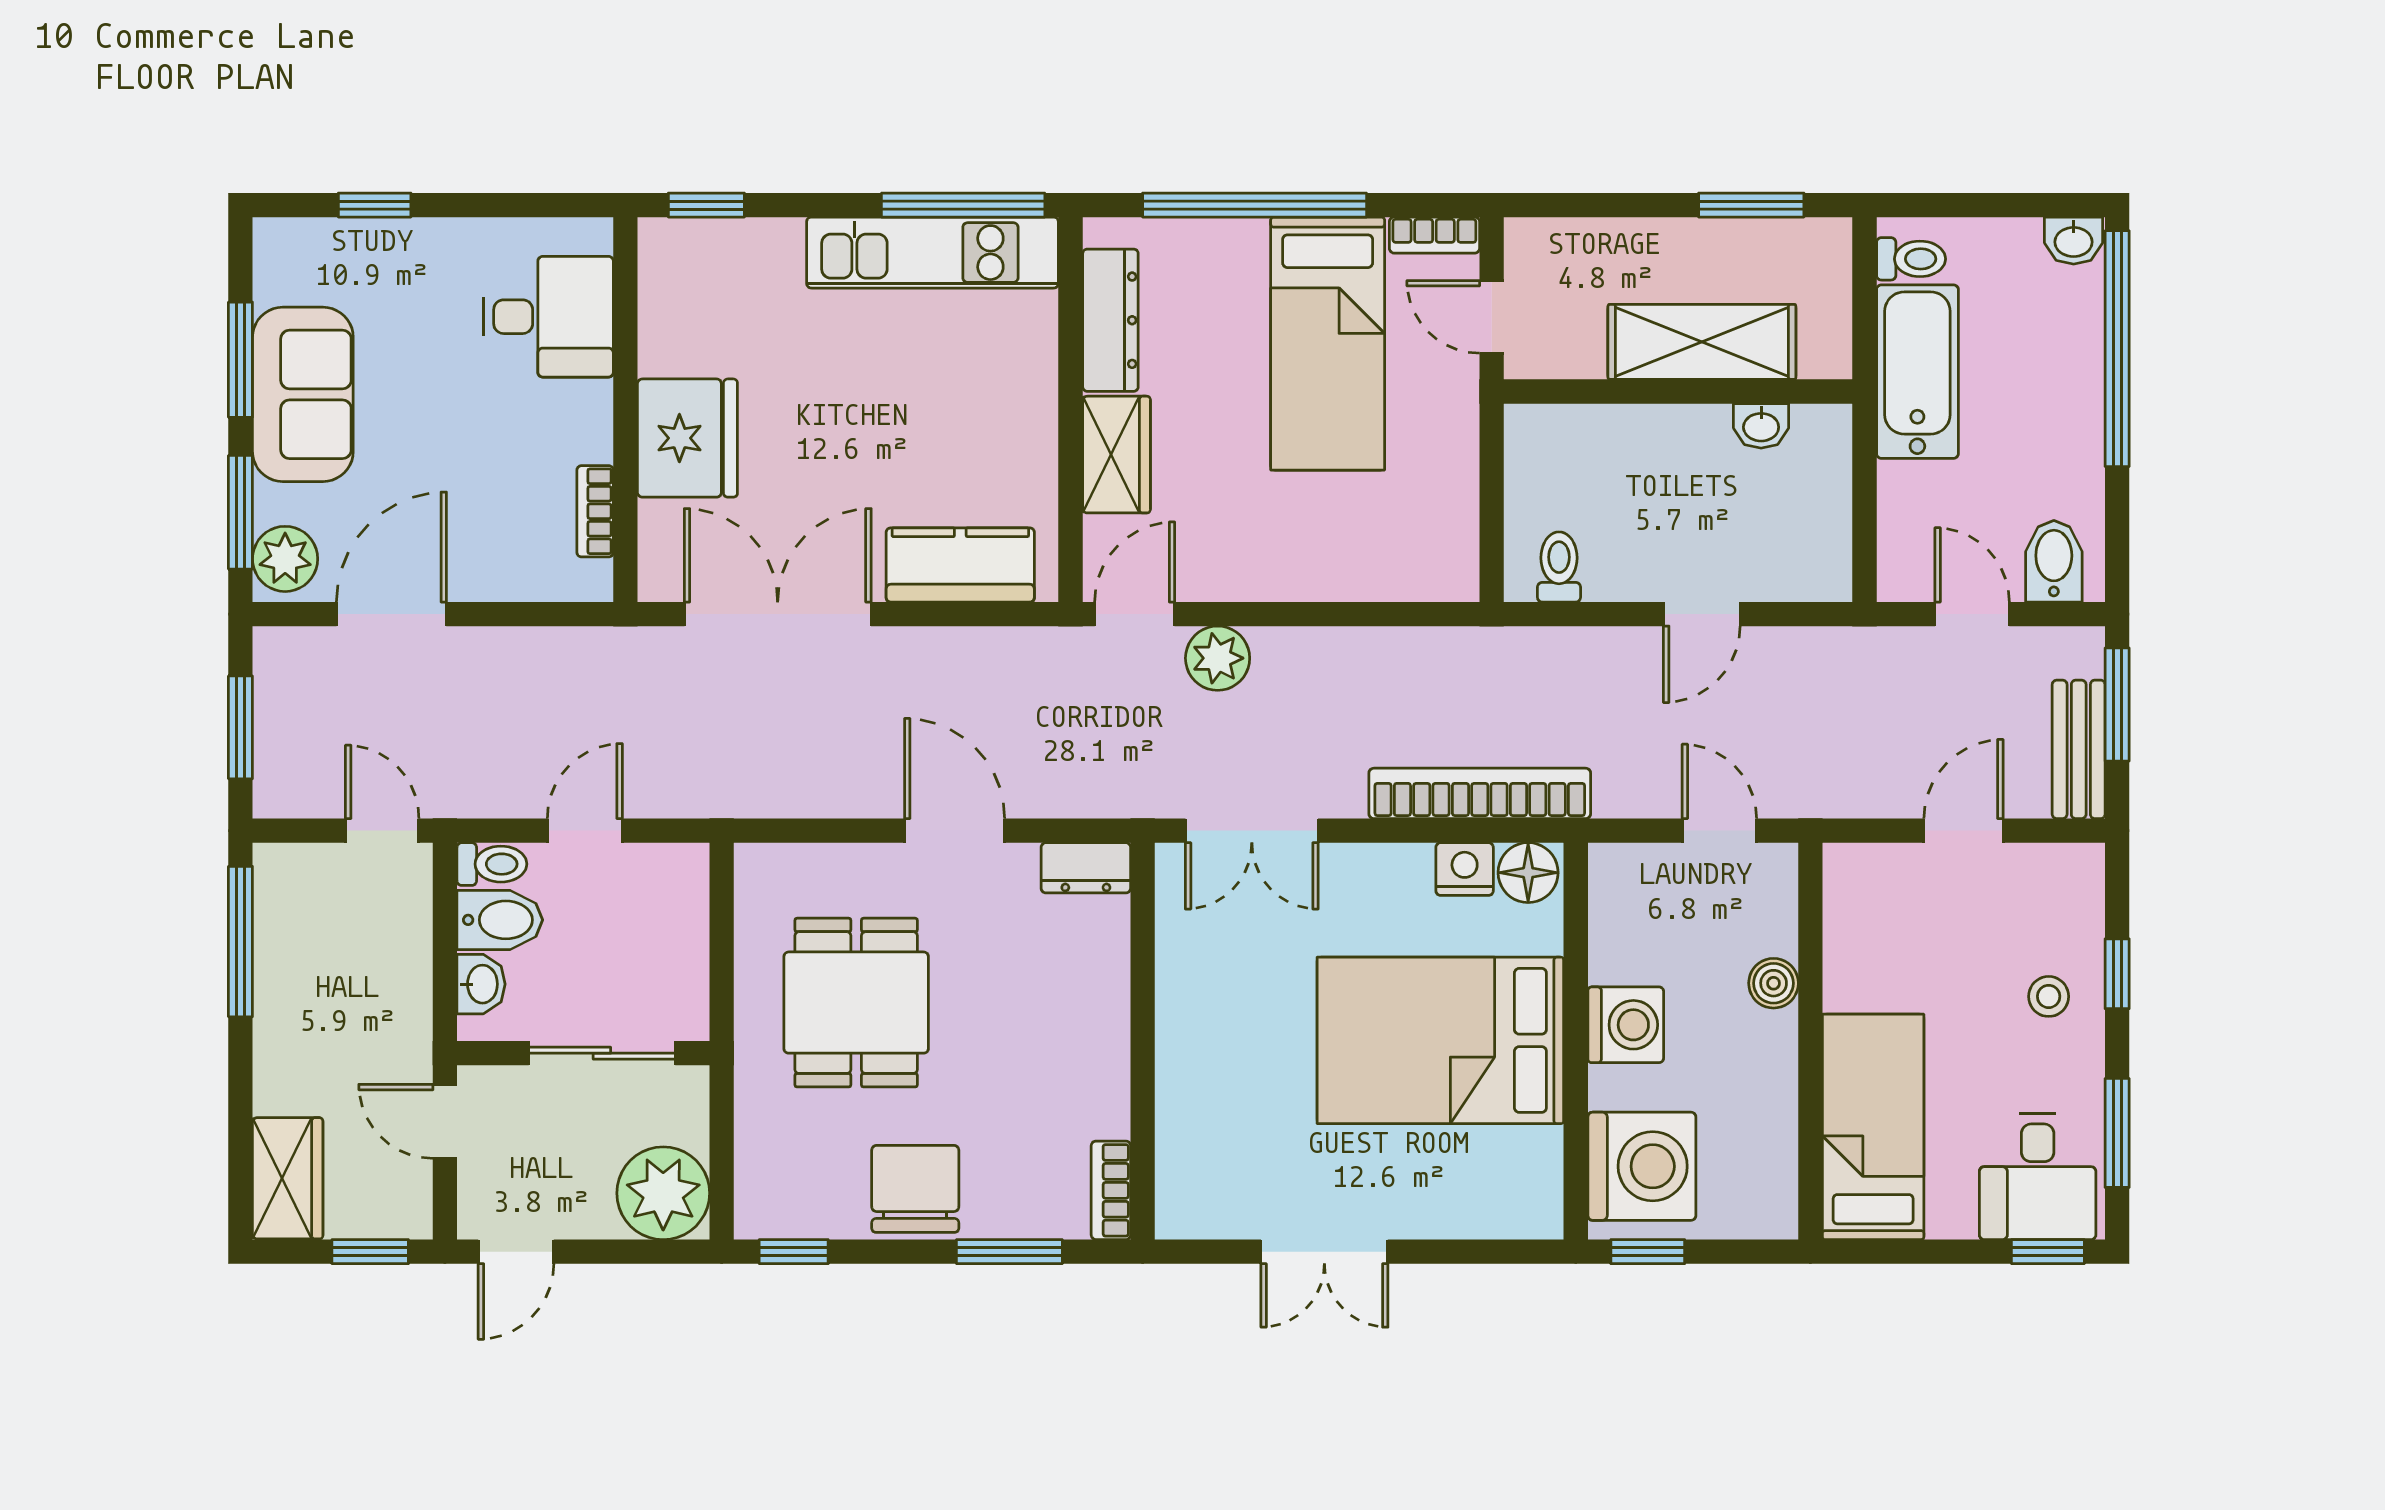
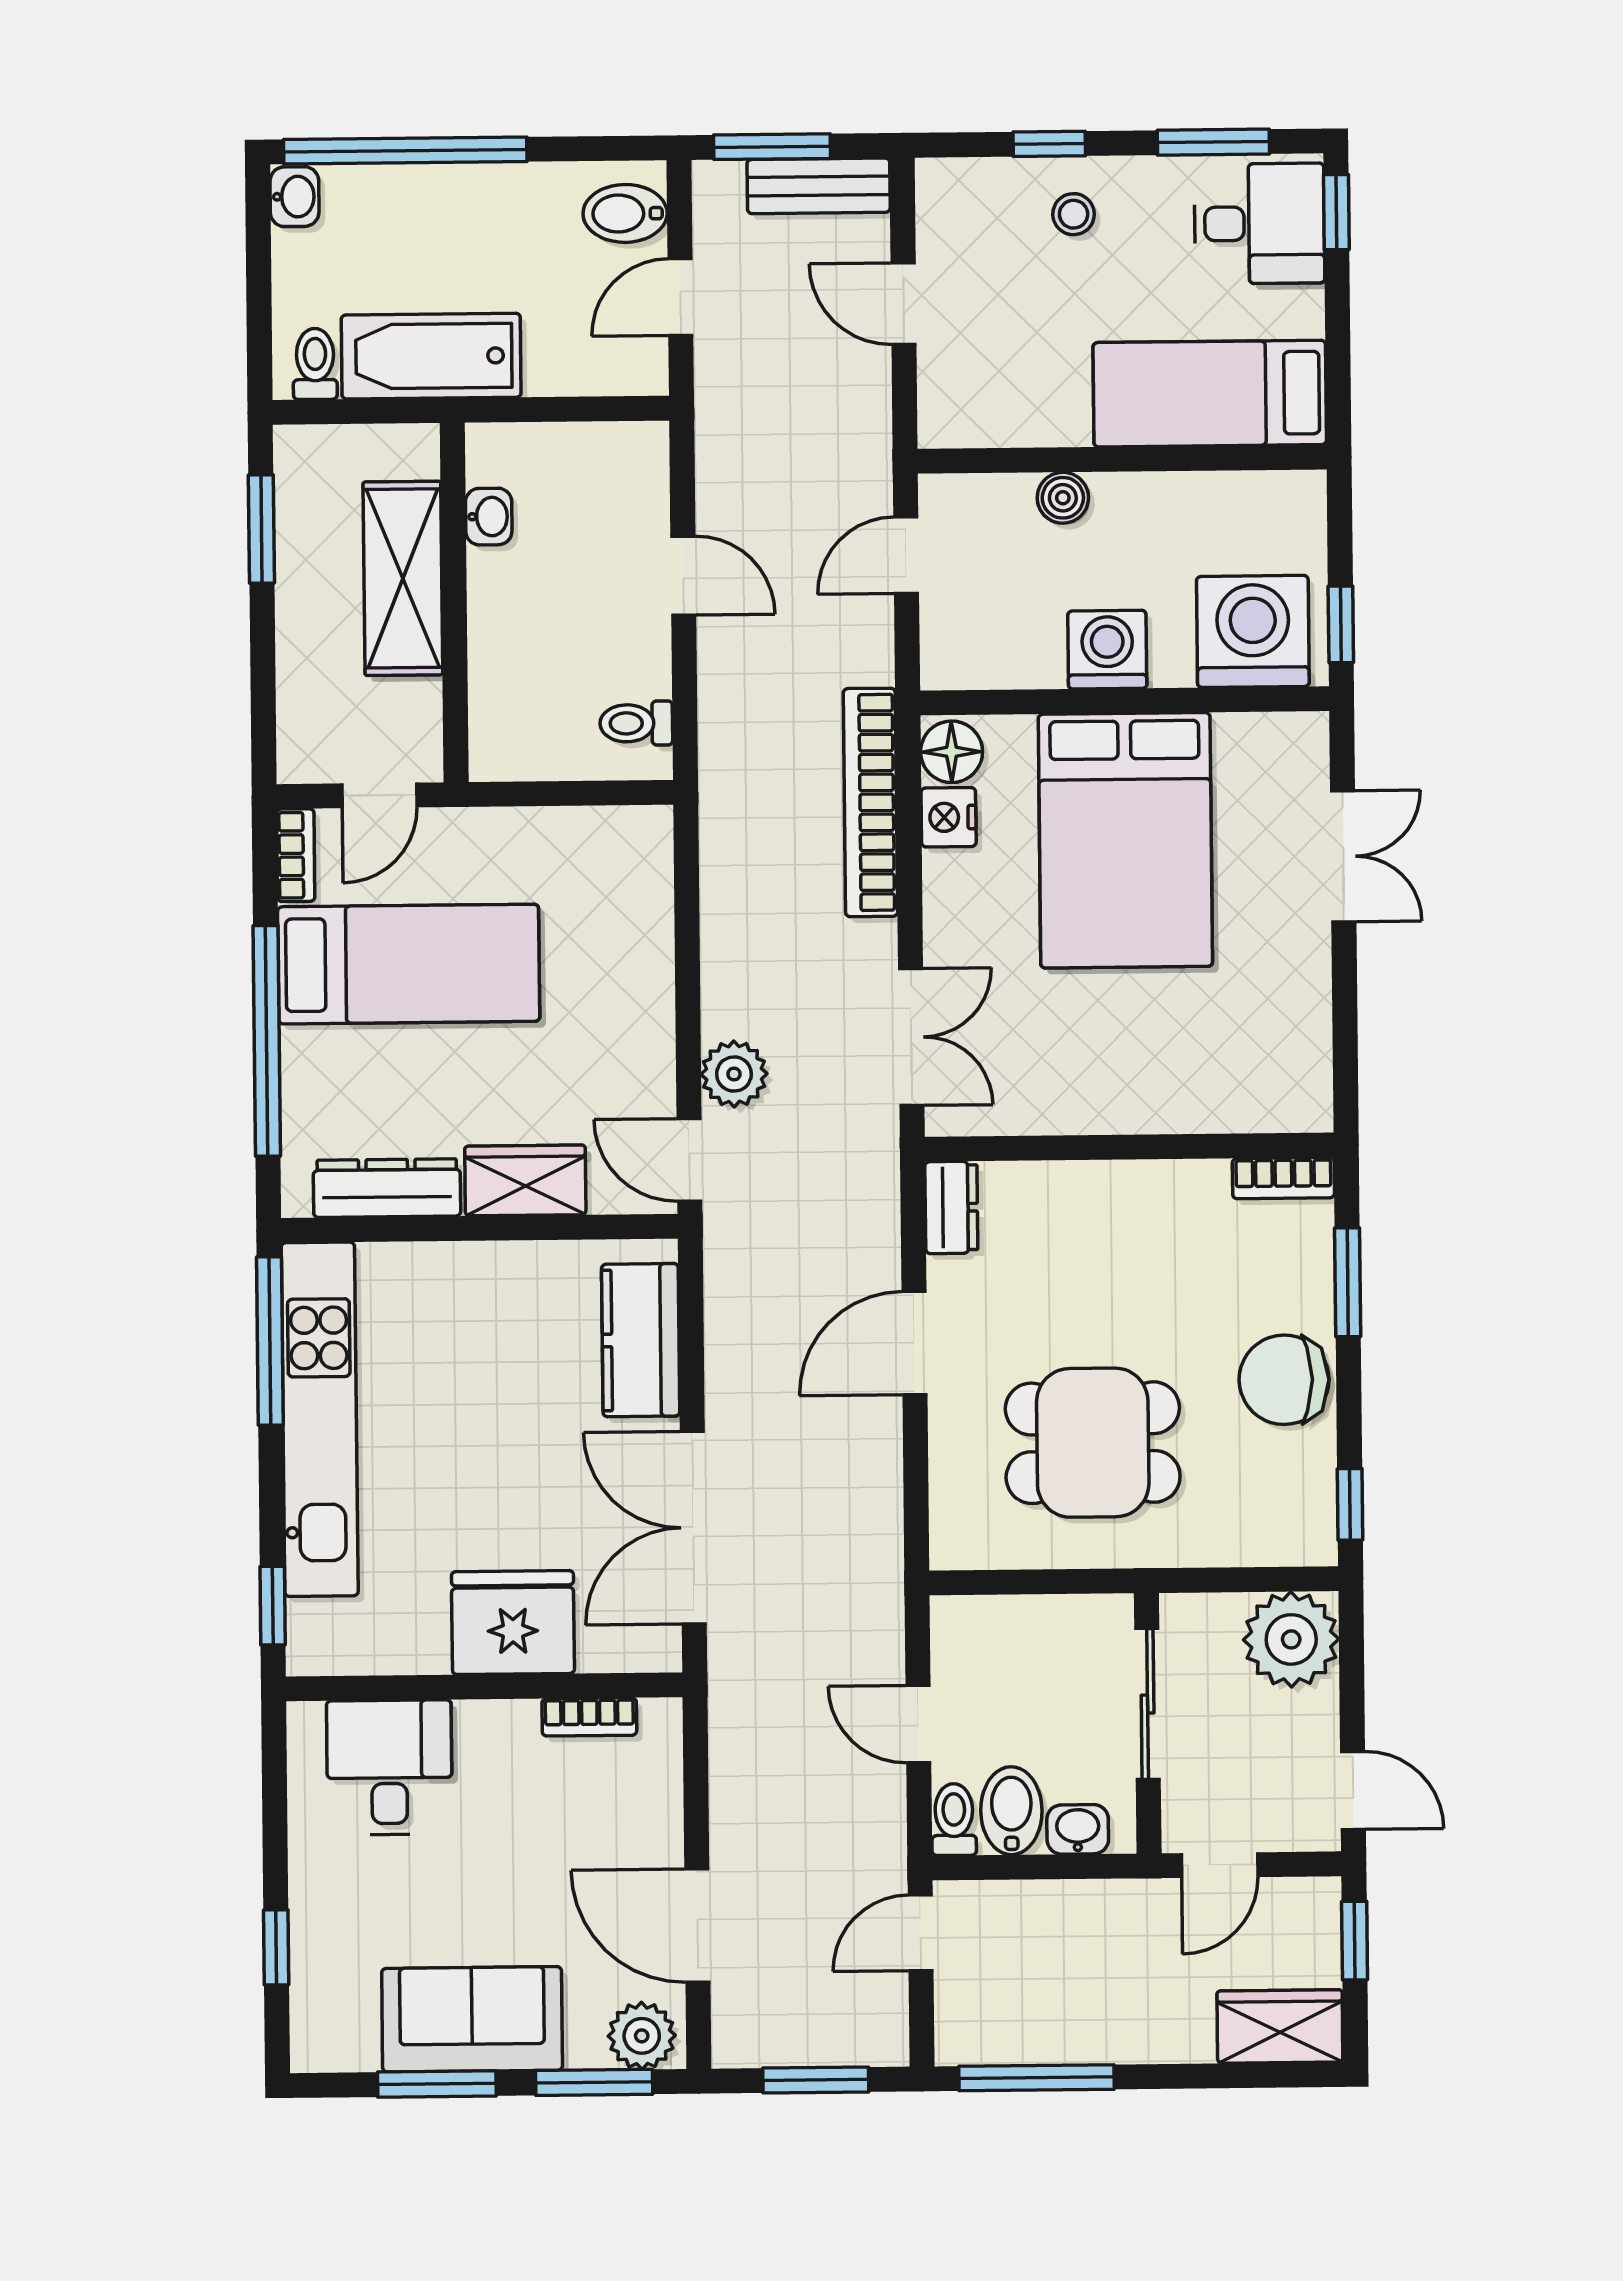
kitchen unit: (933, 253) -> (320, 1419), width x1.36
double door: (1324, 1252) -> (1343, 856), moved

